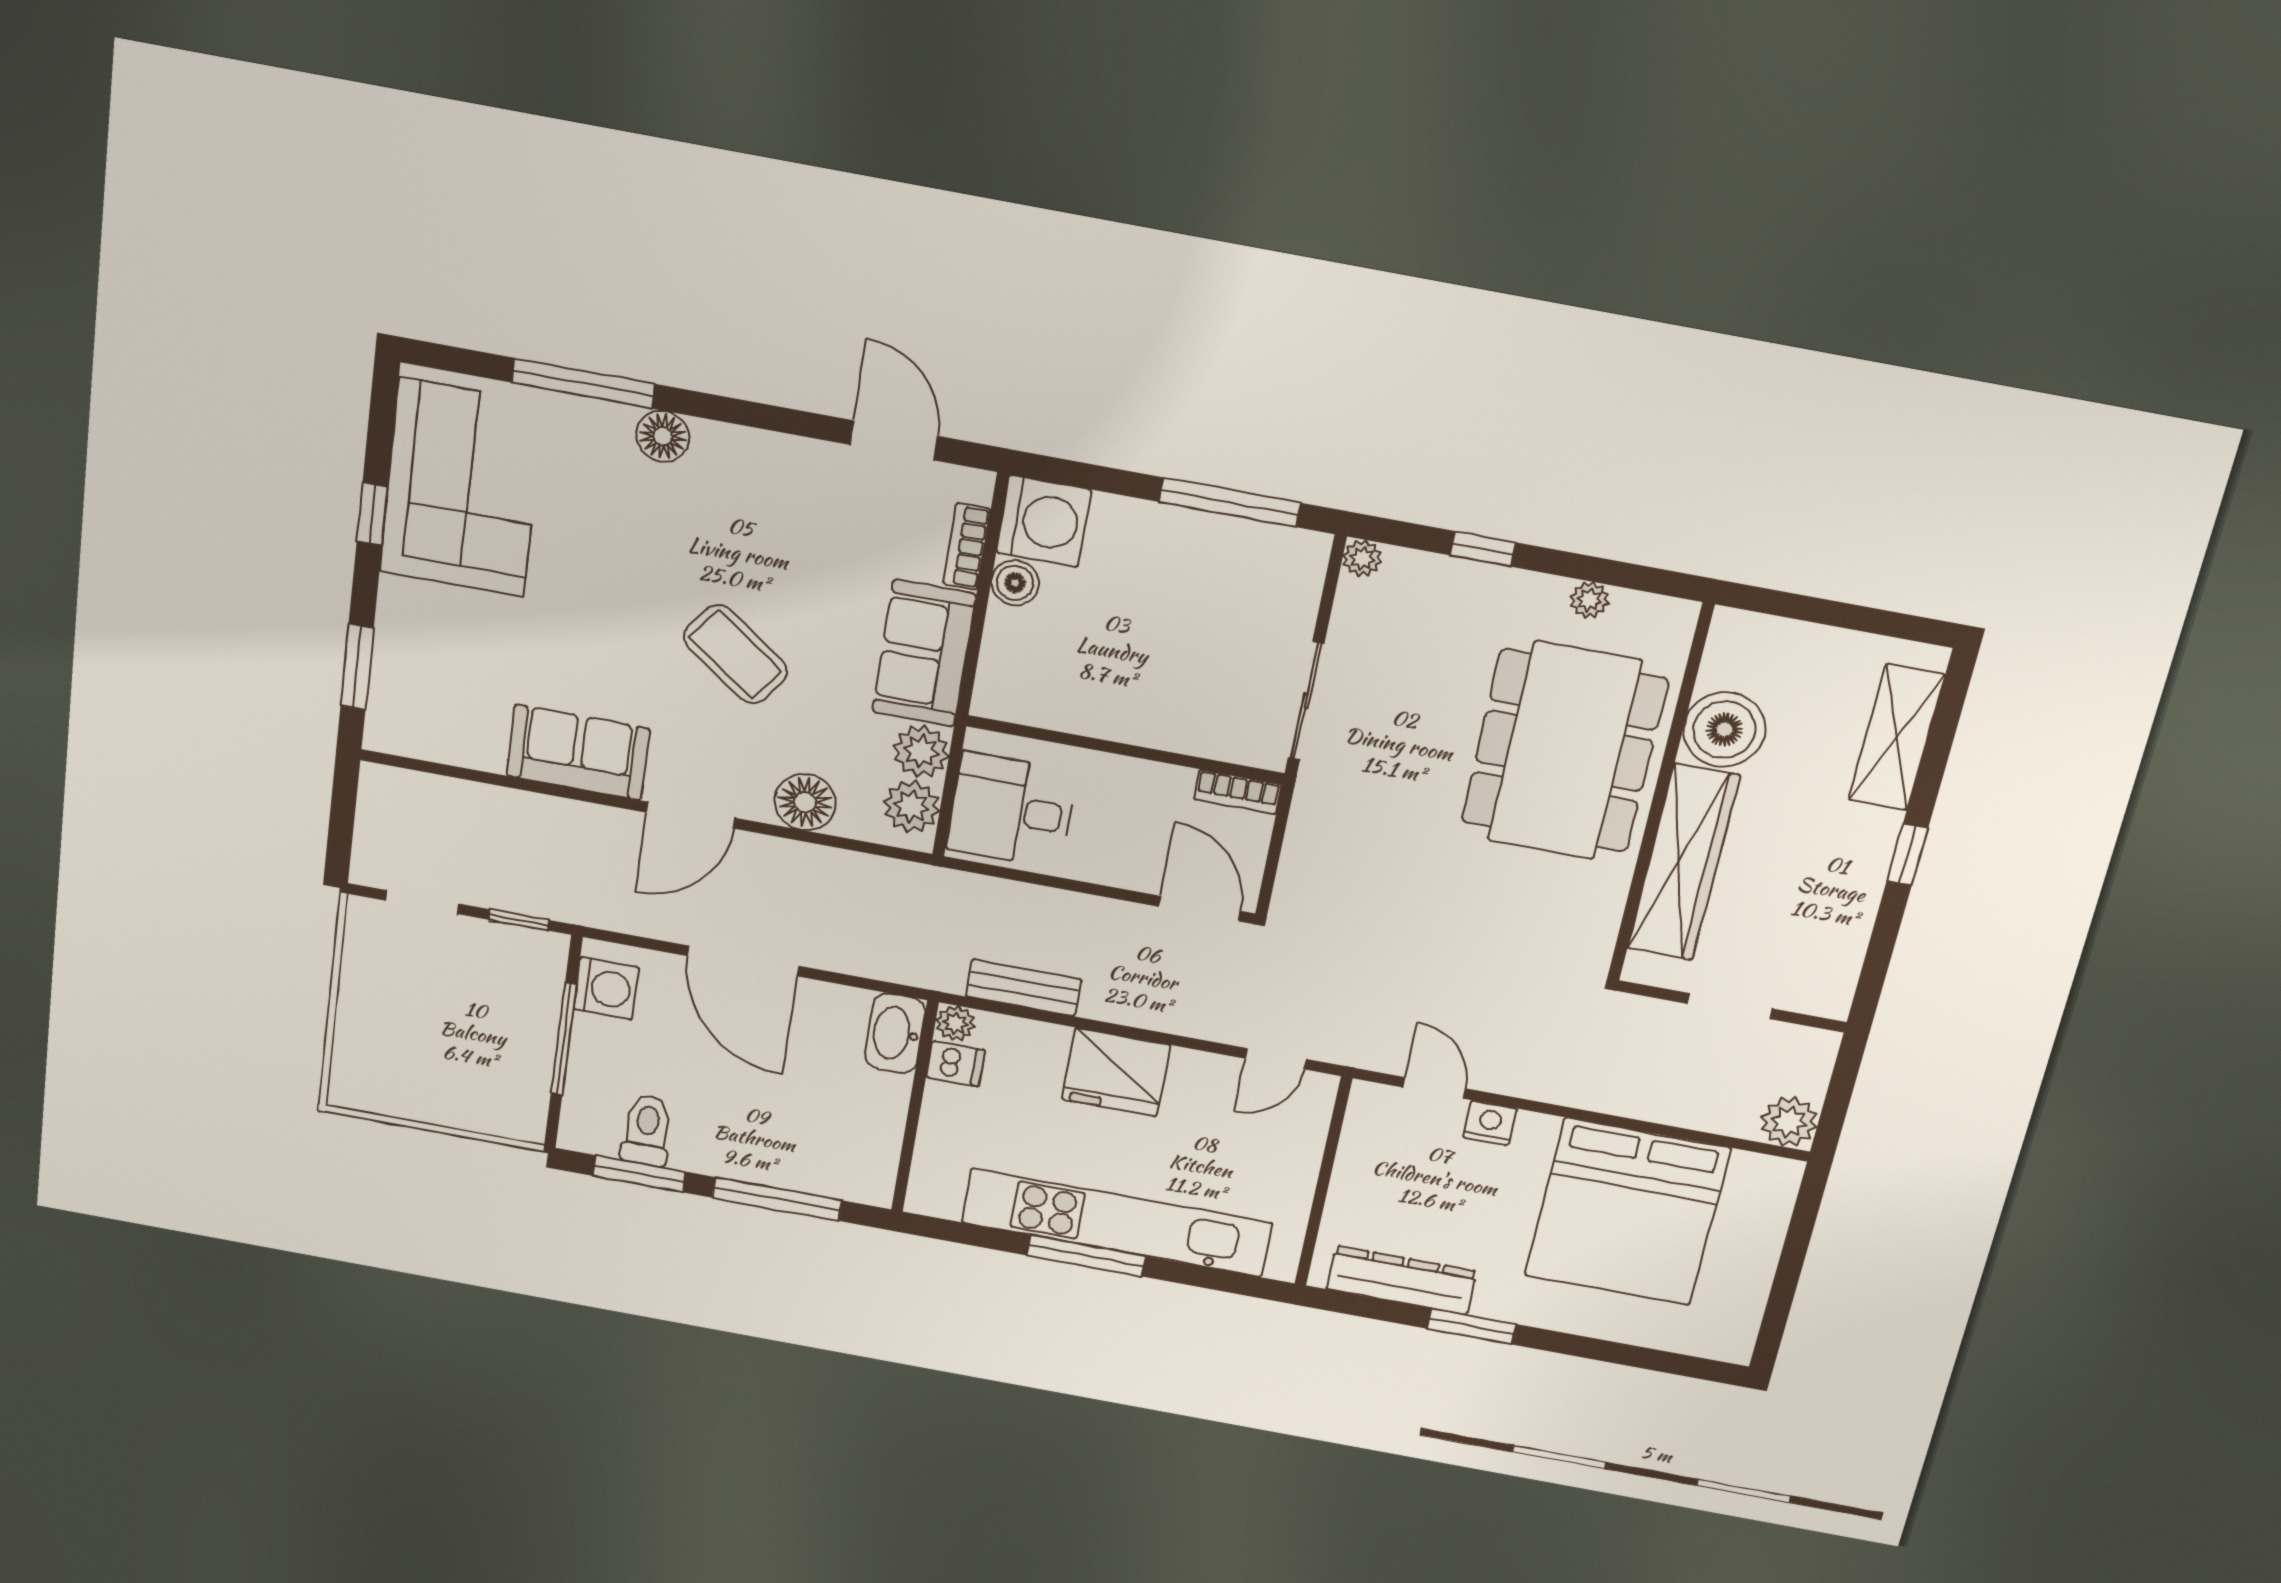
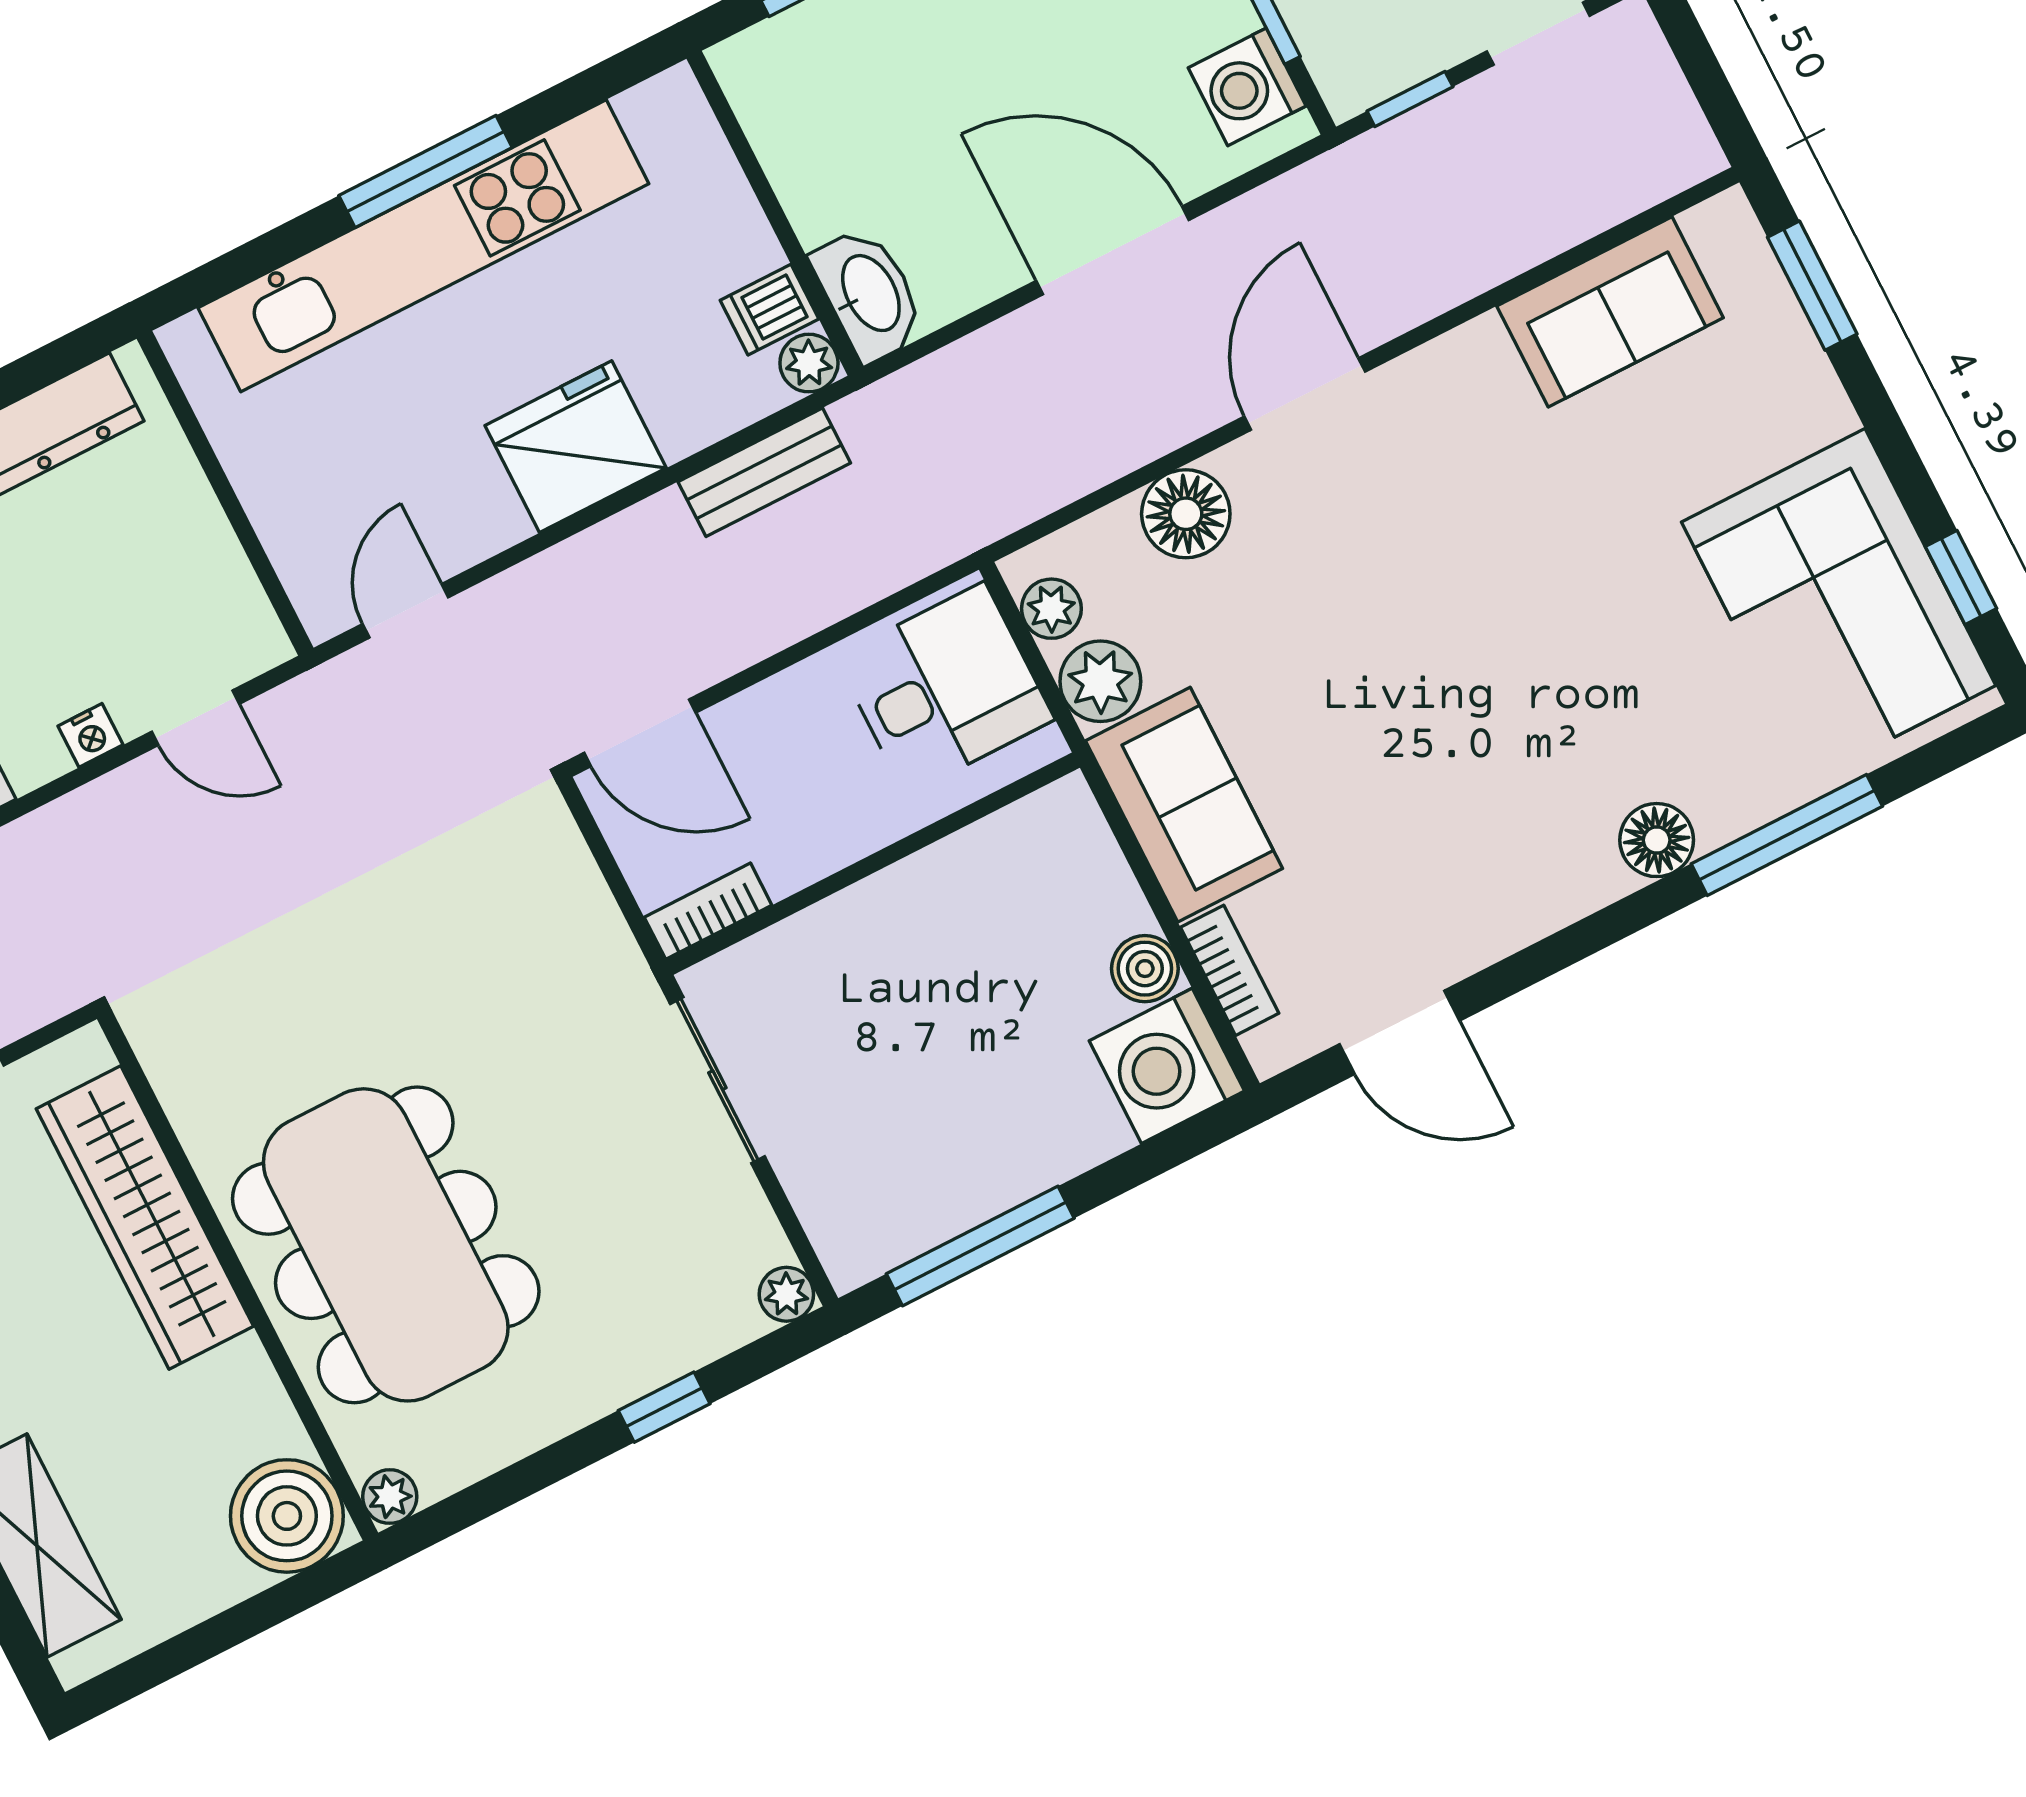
window: (372, 514) -> (1961, 578), moved
plant: (1589, 600) -> (390, 1497), moved
coffee table: (735, 654) -> (1394, 638), removed
boiler: (1724, 730) -> (287, 1516), moved
sofa: (578, 752) -> (1610, 312), moved
plant: (912, 806) -> (1051, 609), width x0.73, depth x0.73
nightstand: (1490, 1123) -> (91, 735), width x0.72, depth x0.74

